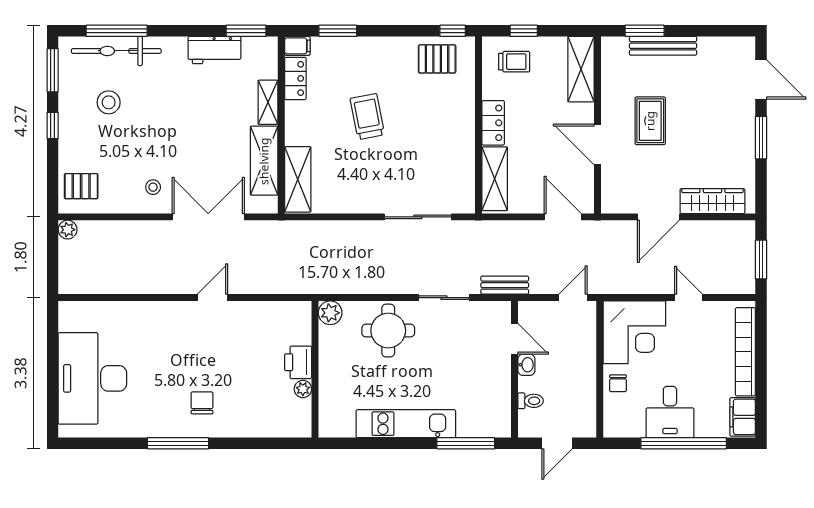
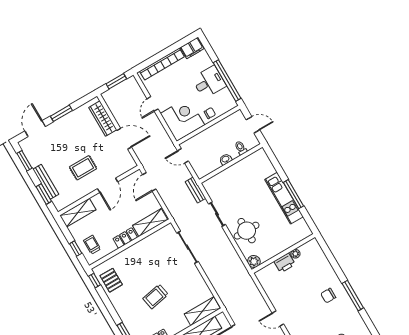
window: (718, 31) -> (24, 161), added
door: (514, 339) -> (217, 172), removed
window: (466, 443) -> (294, 194), moved
window: (684, 443) -> (227, 81), moved

